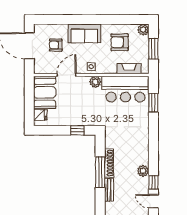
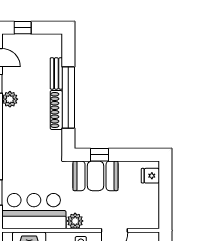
booth: (45, 92) -> (96, 176), moved, turned 90
window: (100, 172) -> (68, 97), width x1.46

